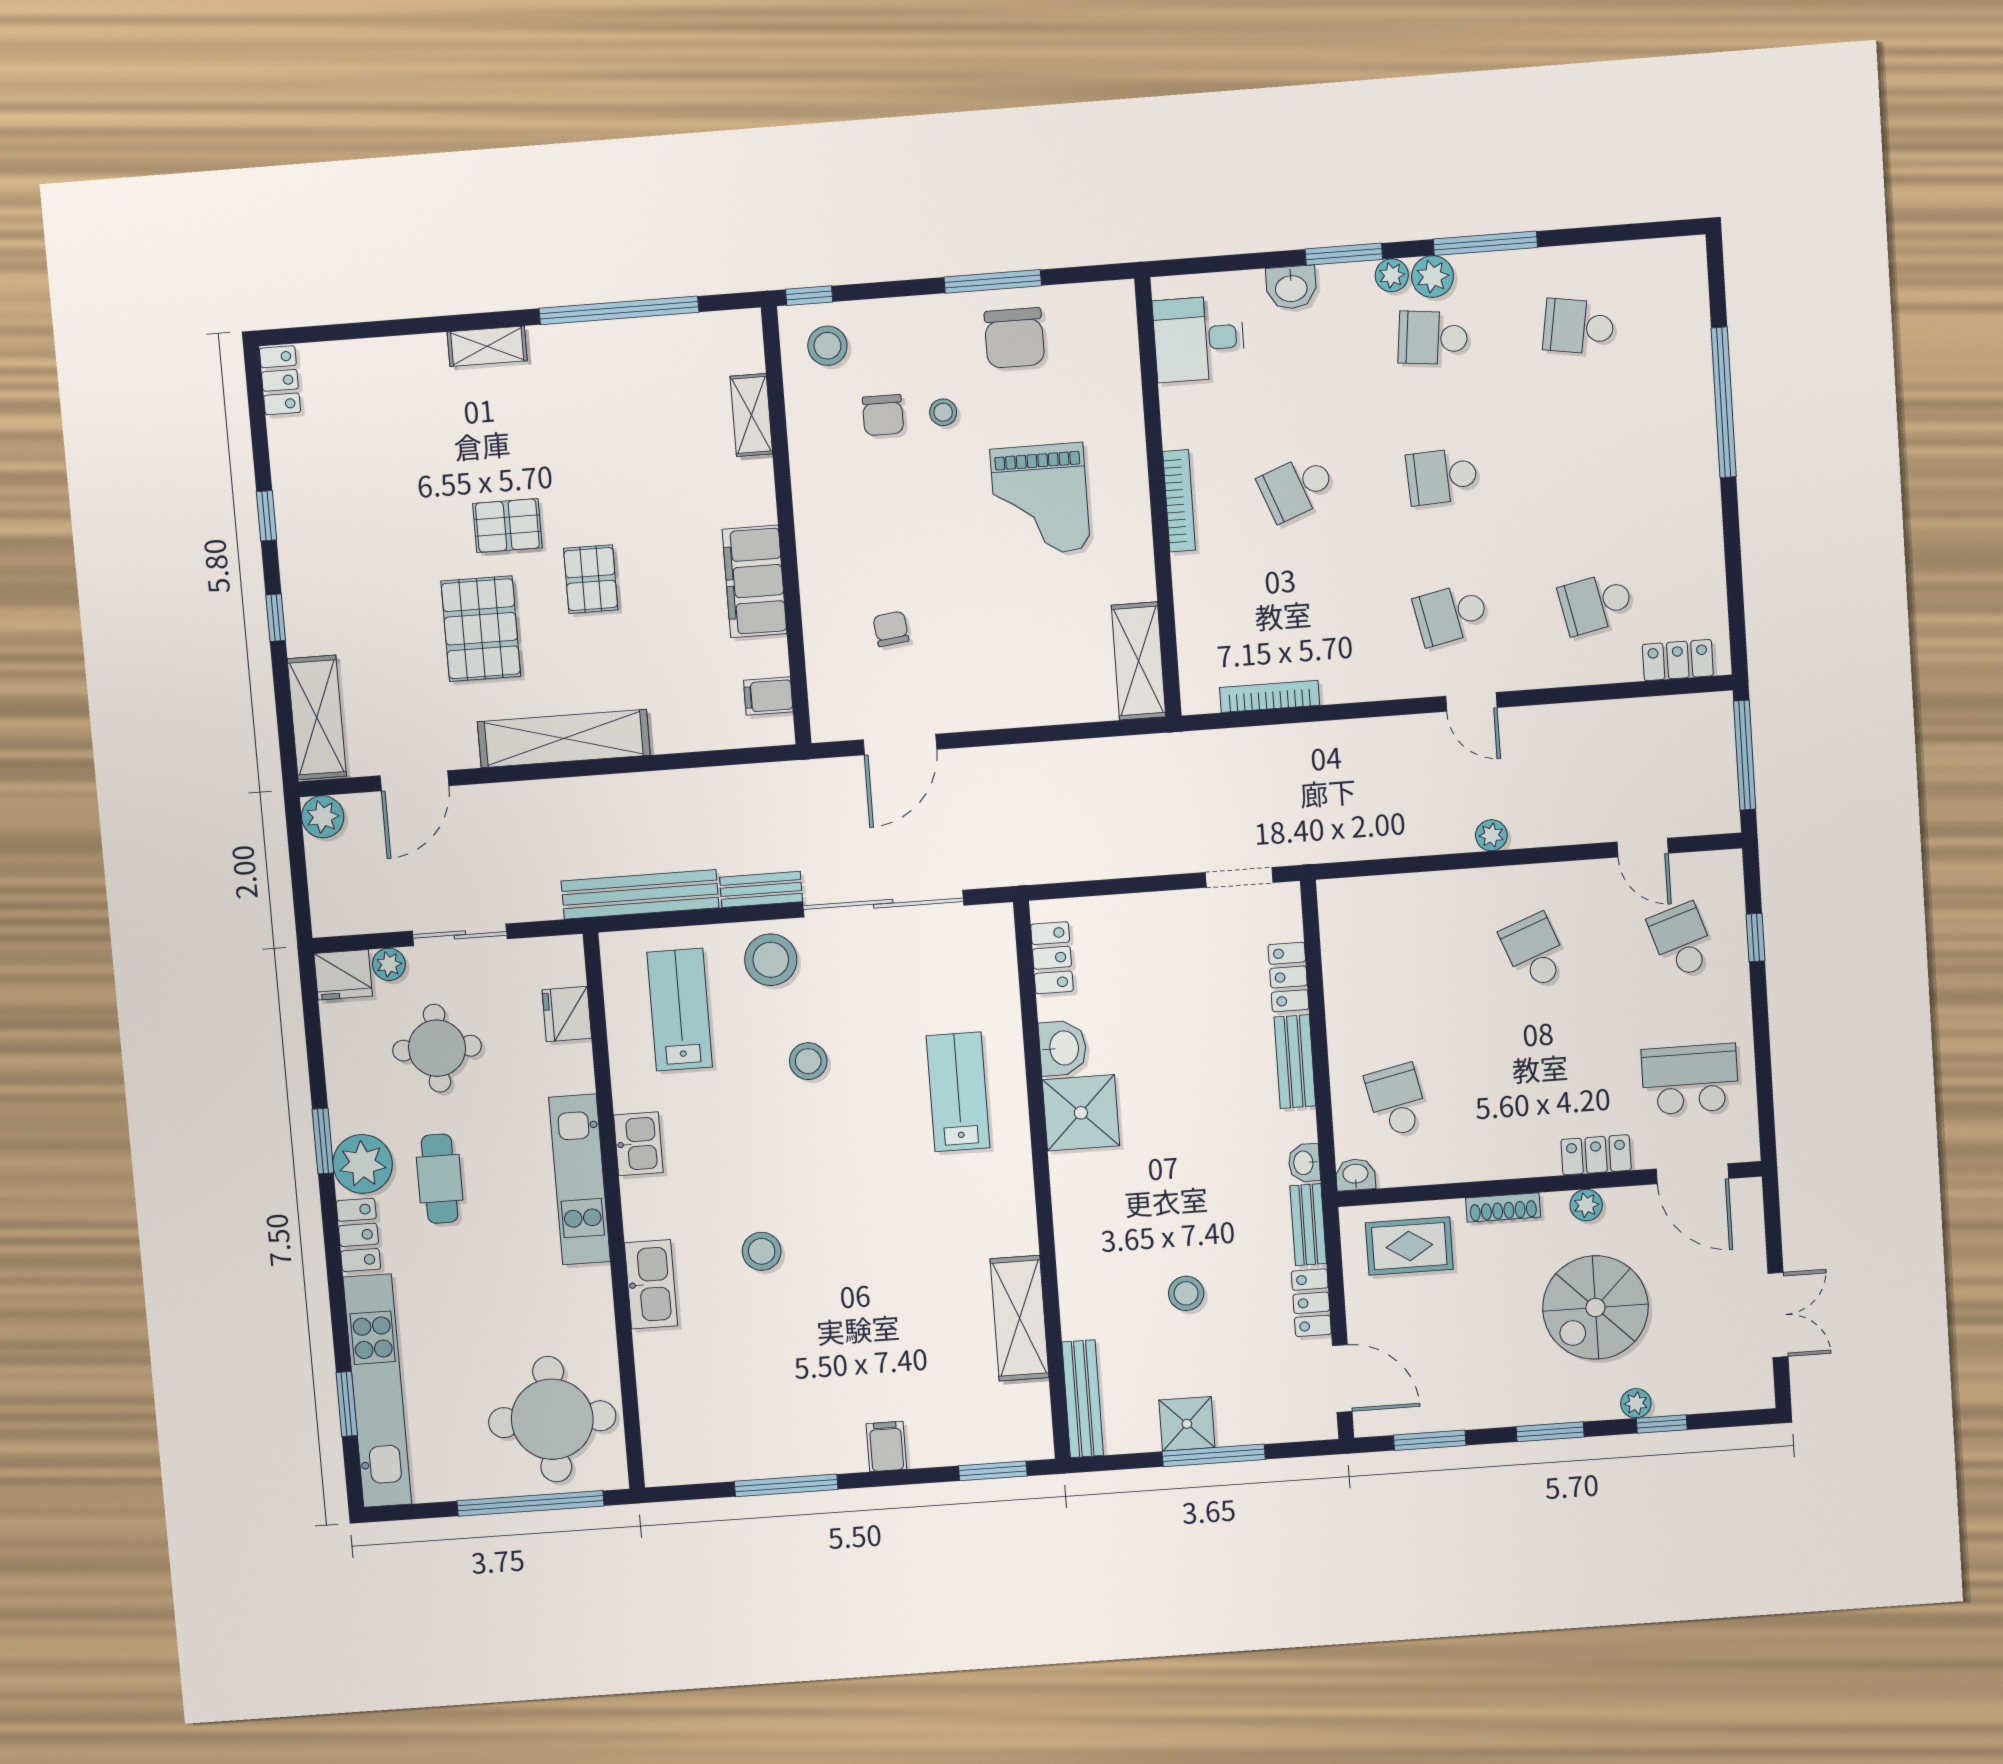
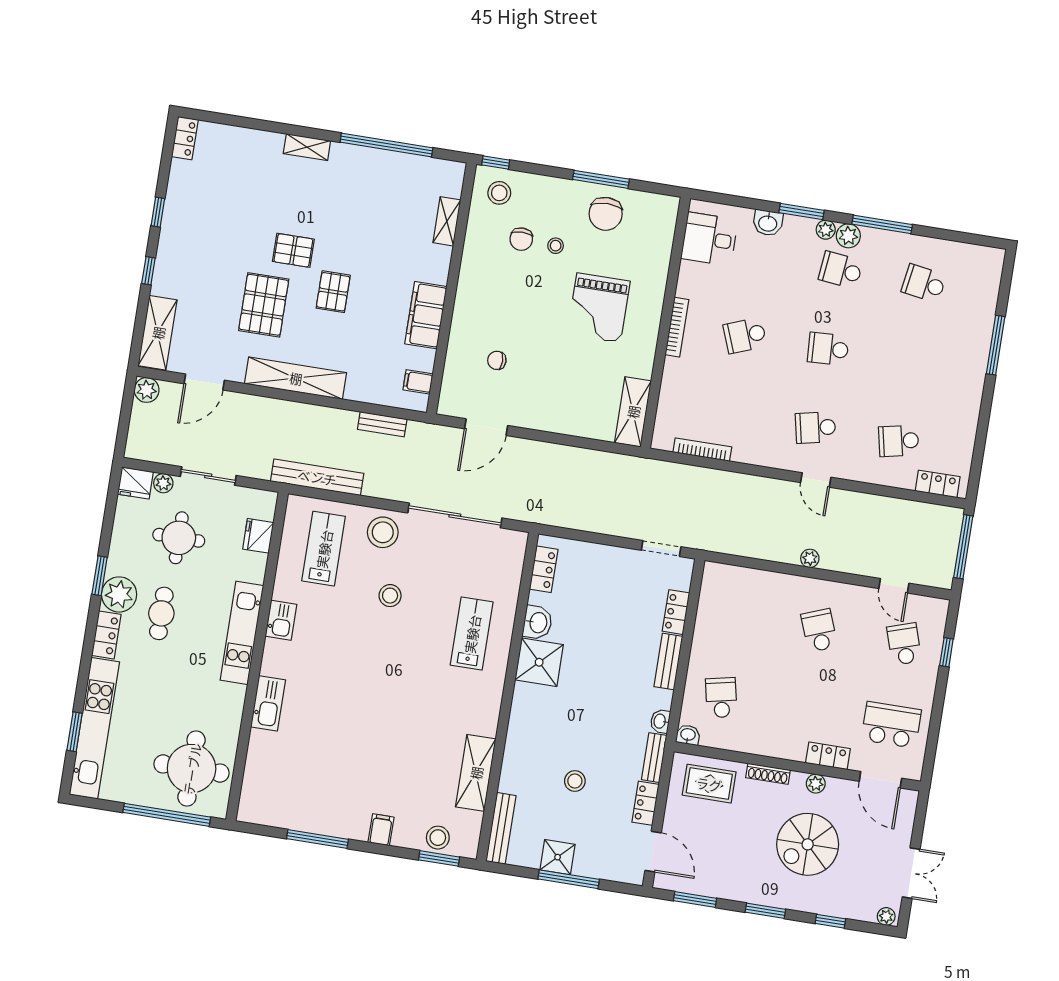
window: (1724, 402) -> (996, 345), width x0.68
chair: (891, 629) -> (497, 360), turned -83
bench: (761, 889) -> (382, 424), moved
stool: (762, 1251) -> (438, 838), moved
plant: (1636, 1403) -> (886, 916), moved

